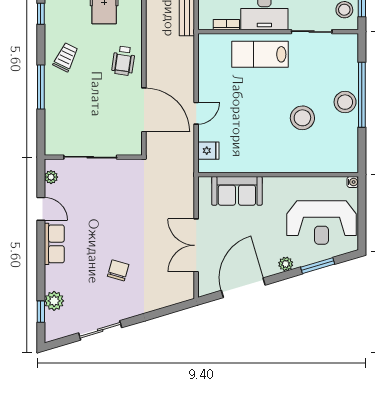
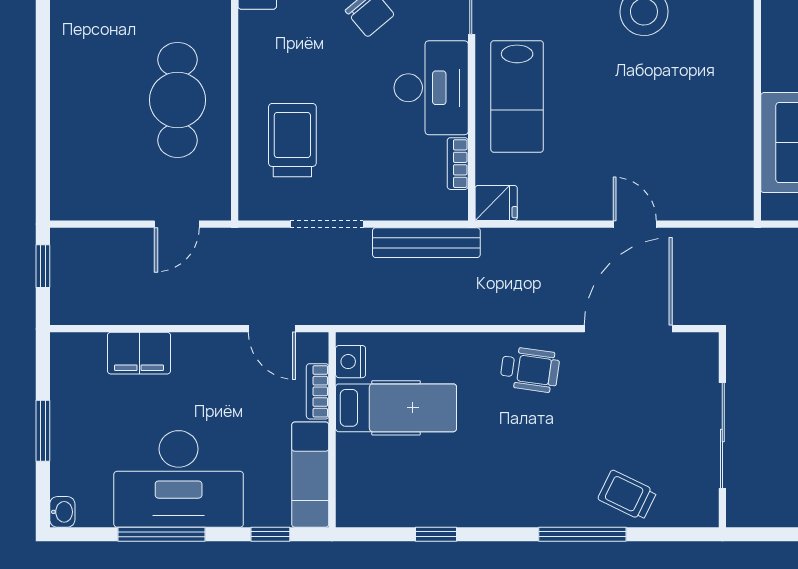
trolley: (66, 57) -> (627, 495), moved
fridge: (208, 151) -> (496, 203), moved, turned 90
plant: (51, 177) -> (762, 514), removed

